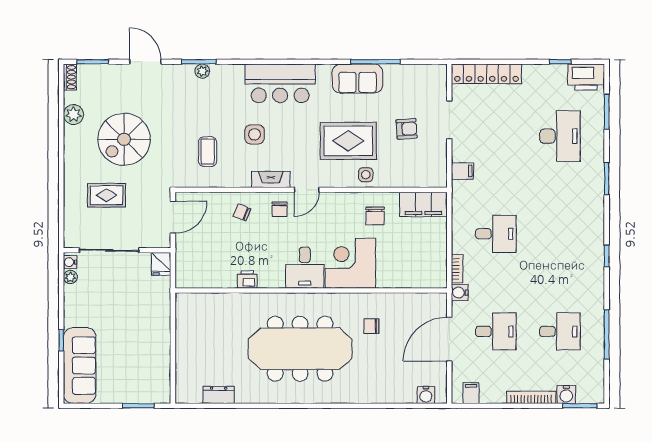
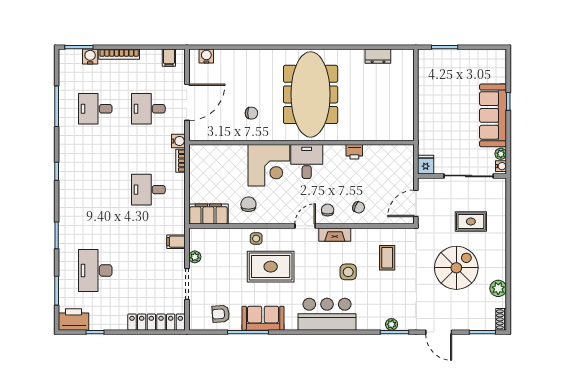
armchair: (407, 129) -> (221, 314), moved
plant: (440, 153) -> (195, 257), added
meeting table: (300, 349) -> (311, 94), turned 90
sofa: (80, 366) -> (493, 115), moved

